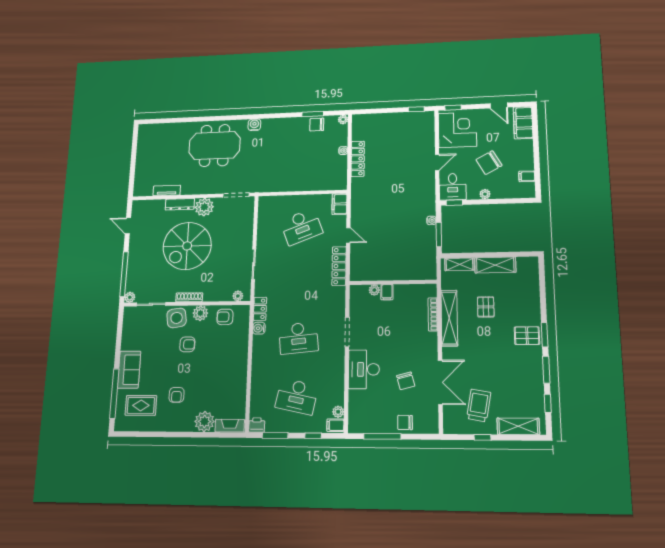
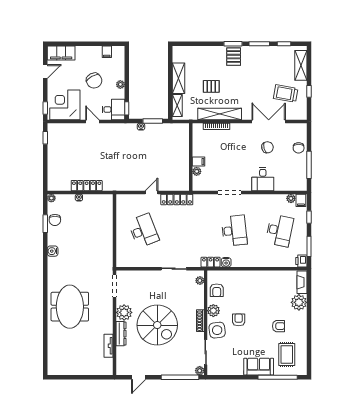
water cooler: (254, 125) -> (53, 251), moved
filing cabinet: (339, 204) -> (125, 200), removed
desk: (364, 369) -> (263, 179), width x0.73

